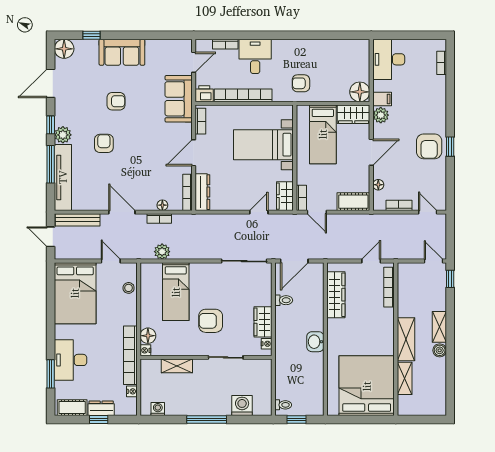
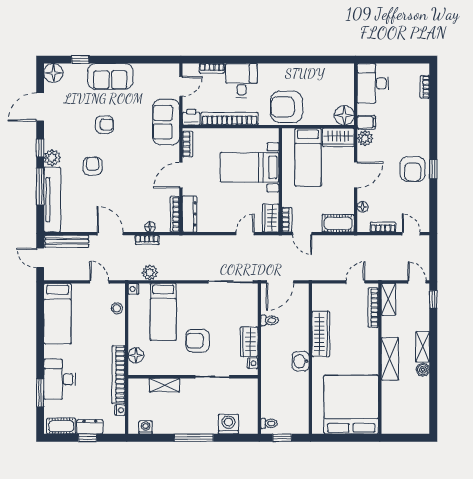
armchair: (301, 83) -> (286, 107), width x1.88, depth x1.88
bed: (75, 293) -> (57, 314), width x0.67
wardrobe: (336, 295) -> (321, 334), moved
nightstand: (145, 350) -> (133, 289), moved
shelving: (405, 378) -> (388, 299), moved

